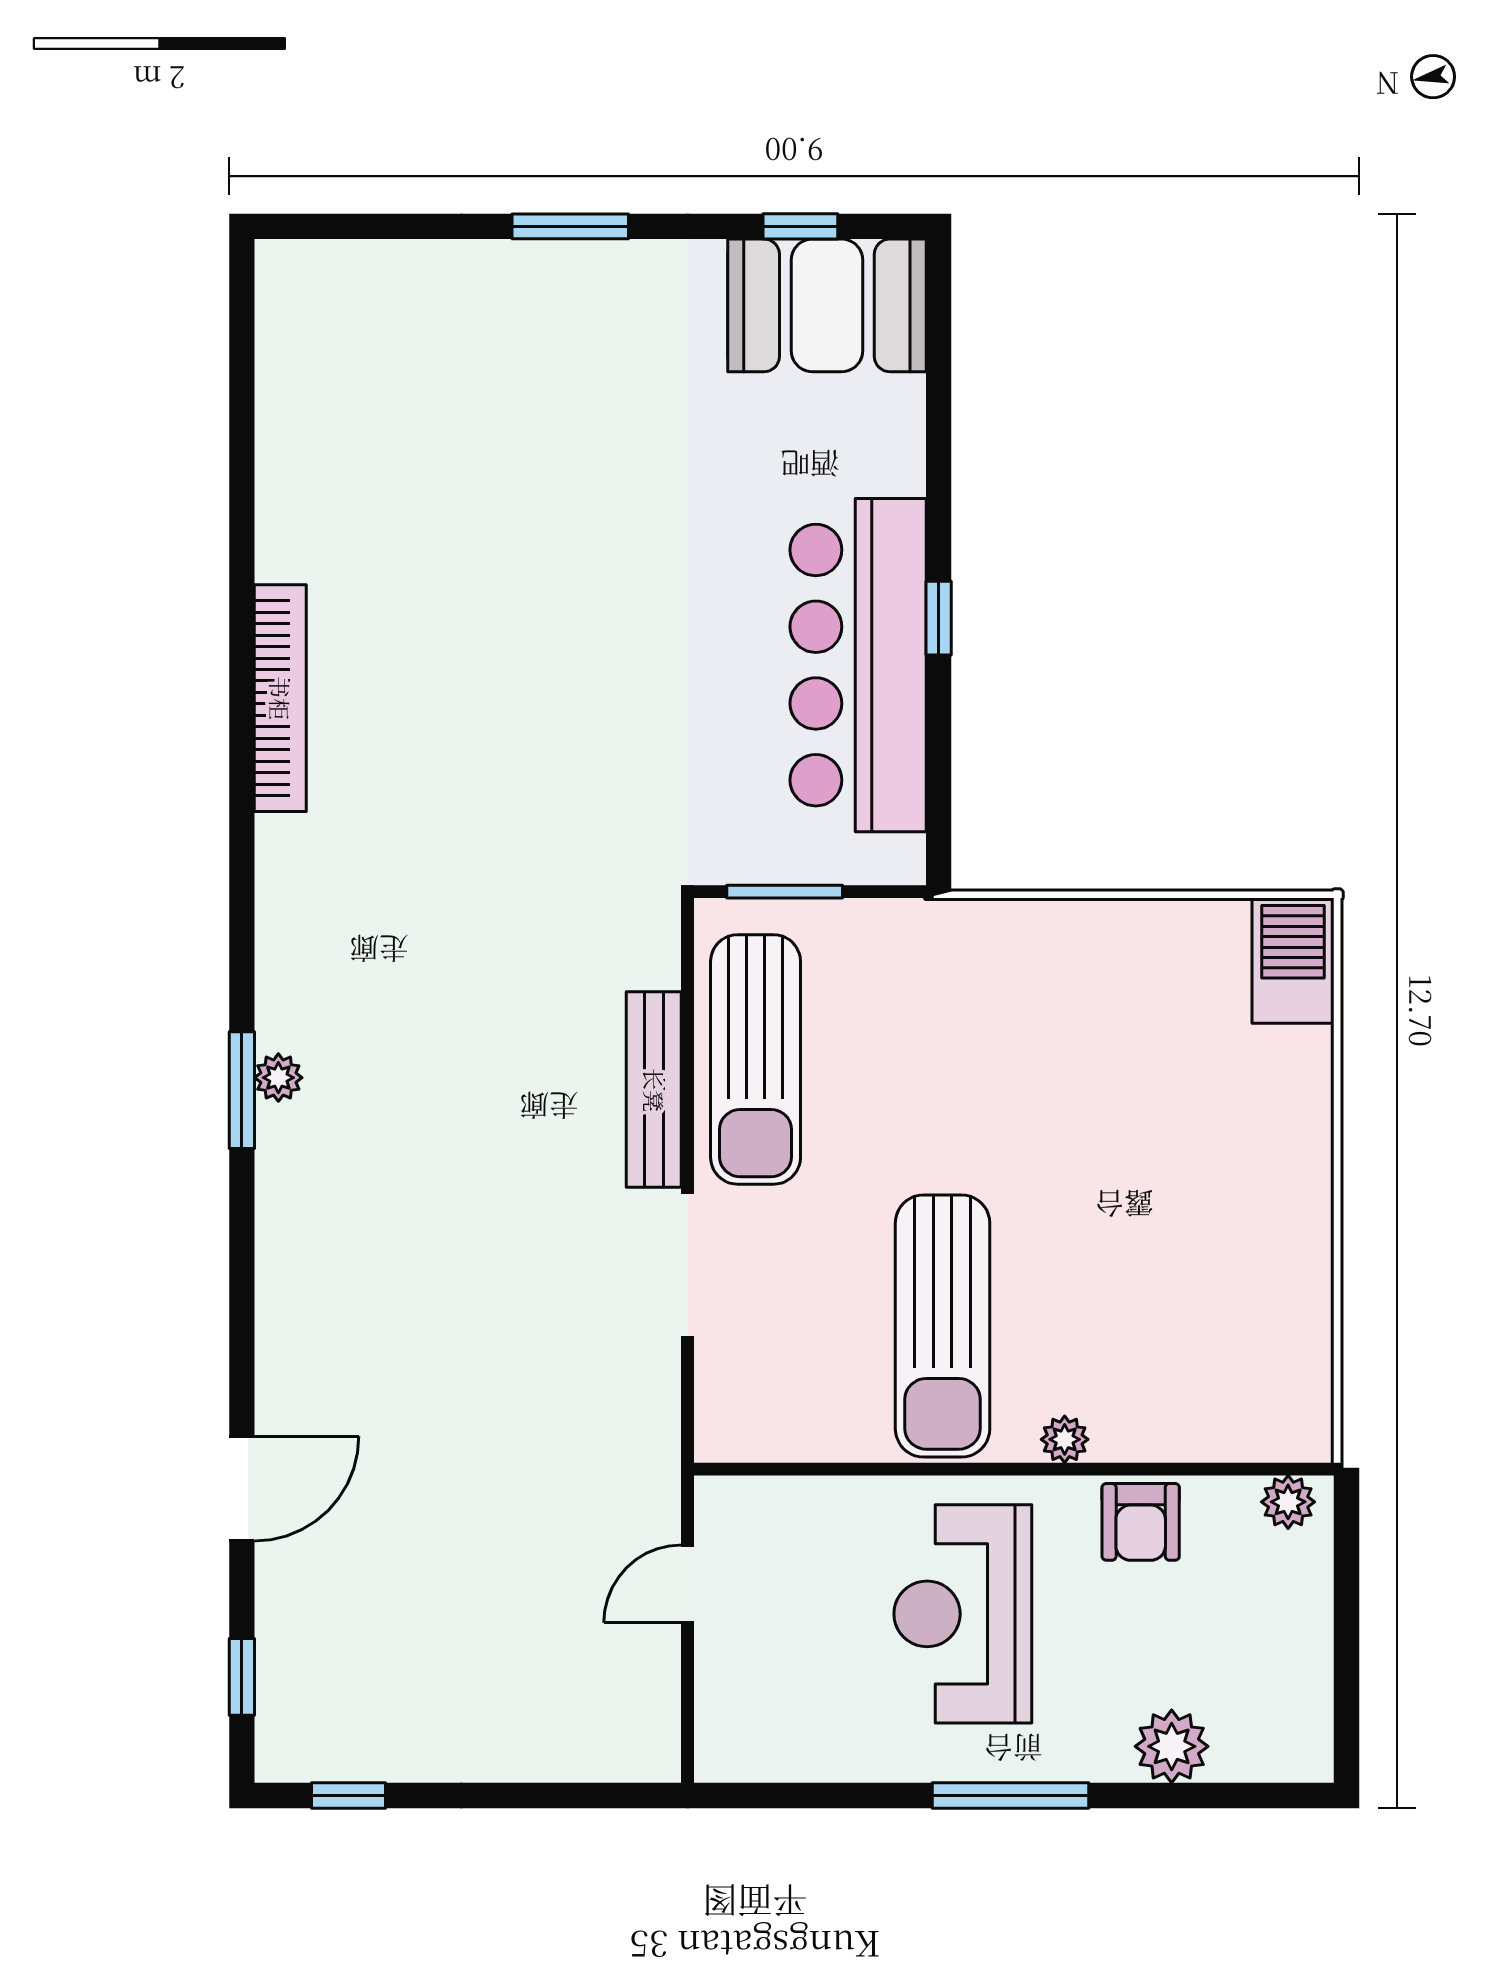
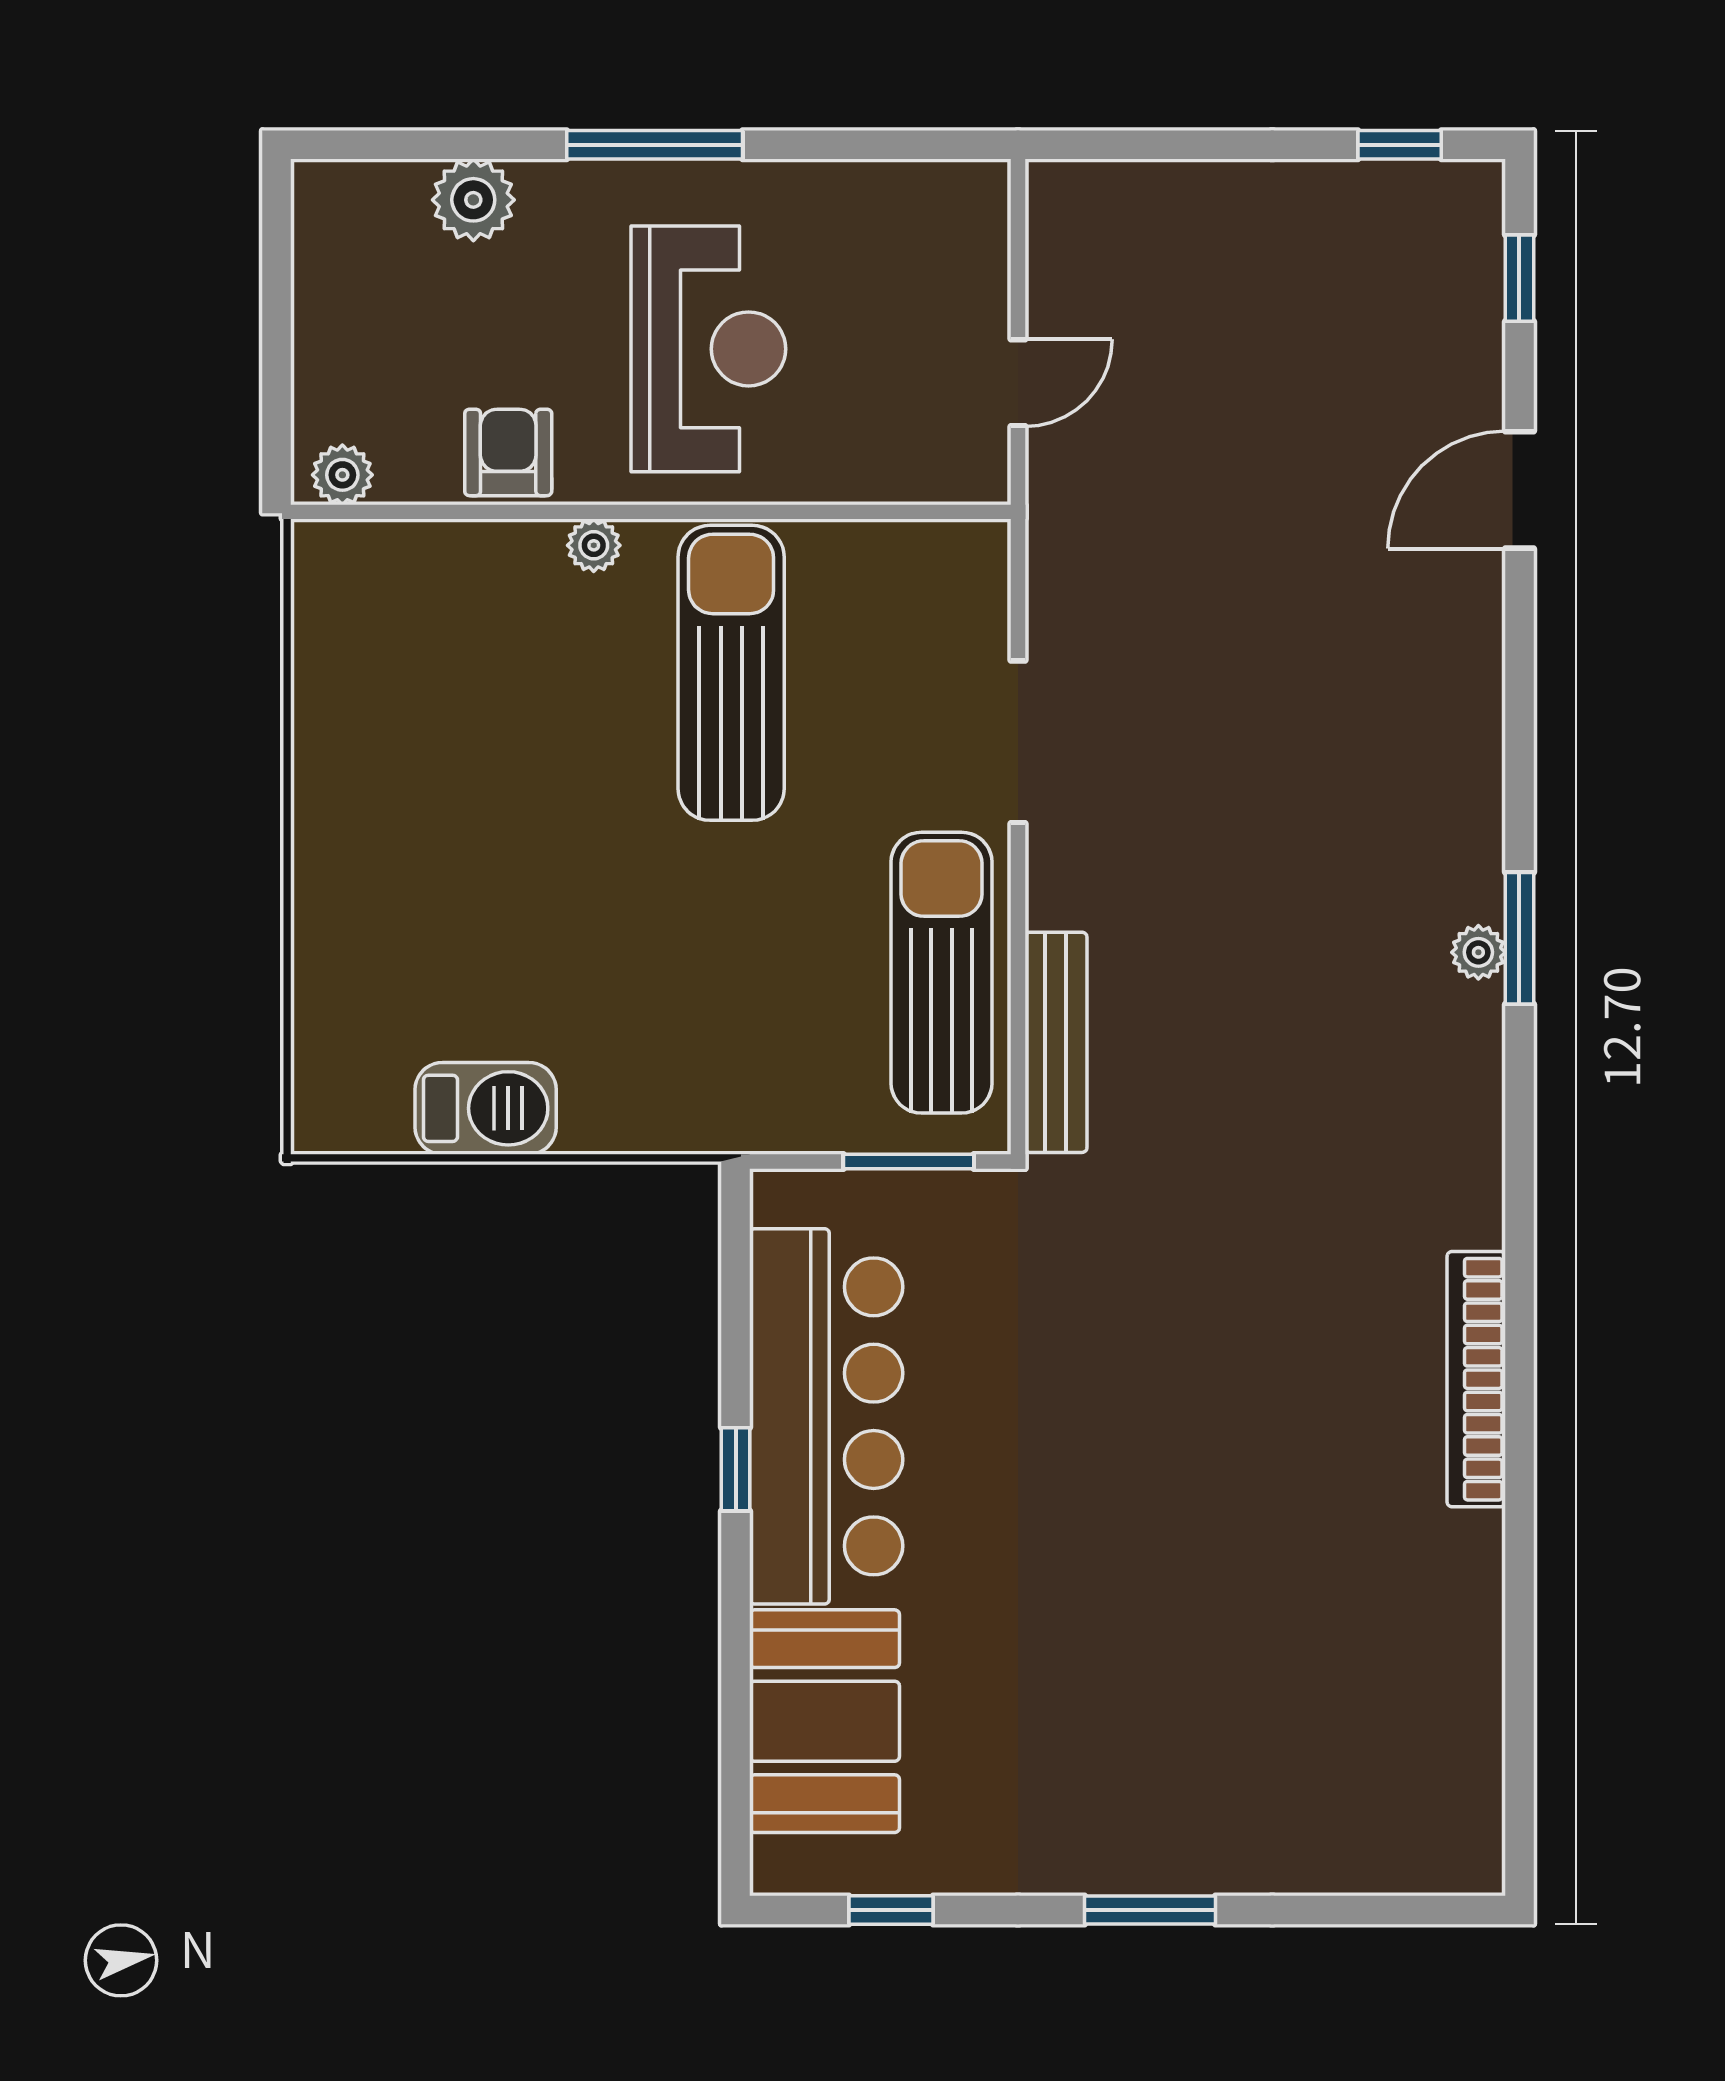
booth: (827, 305) -> (824, 1721), moved, turned 90
barbecue: (1293, 961) -> (486, 1108), moved, turned -90
bench: (654, 1090) -> (1056, 1042), moved

